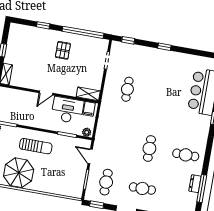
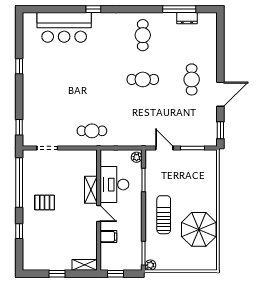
window: (164, 47) -> (19, 66), moved
cafe table: (127, 89) -> (92, 131), moved
shelving: (88, 94) -> (91, 190), moved
filing cabinet: (89, 109) -> (108, 237), moved
door: (90, 156) -> (164, 148), swing flipped
cafe table: (106, 182) -> (192, 124), removed
dresser: (195, 184) -> (187, 18), moved

